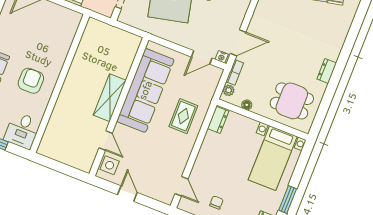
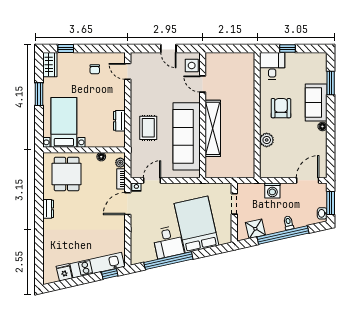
plant: (60, 52) -> (267, 140), added
armchair: (31, 81) -> (281, 108), turned 180
shelving: (110, 98) -> (213, 128), width x1.47
dining table: (292, 101) -> (67, 174), turned 90
dresser: (218, 120) -> (119, 121), moved

